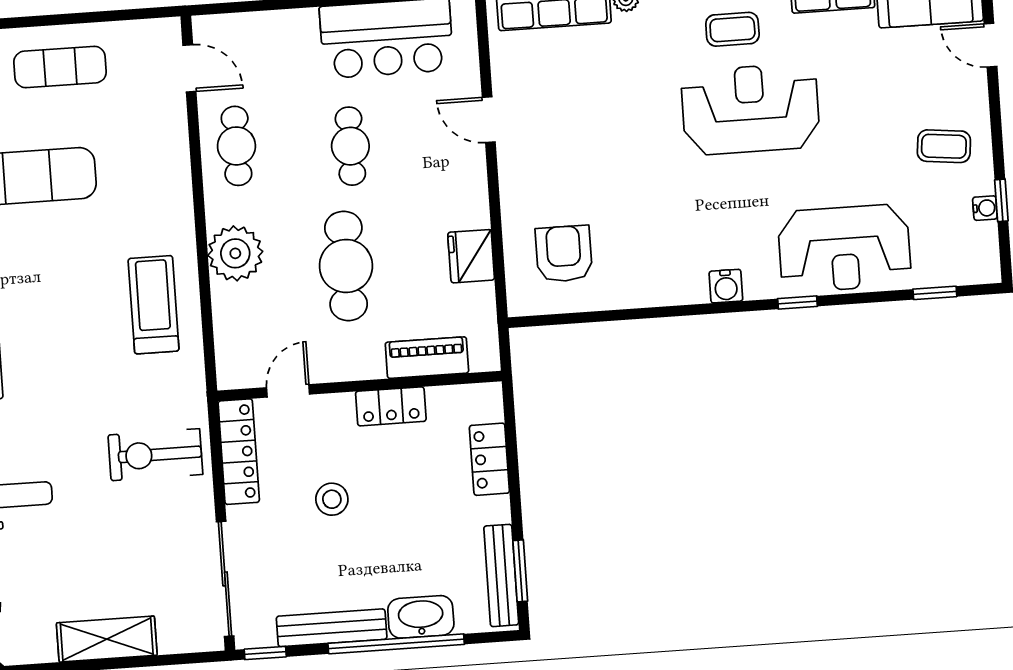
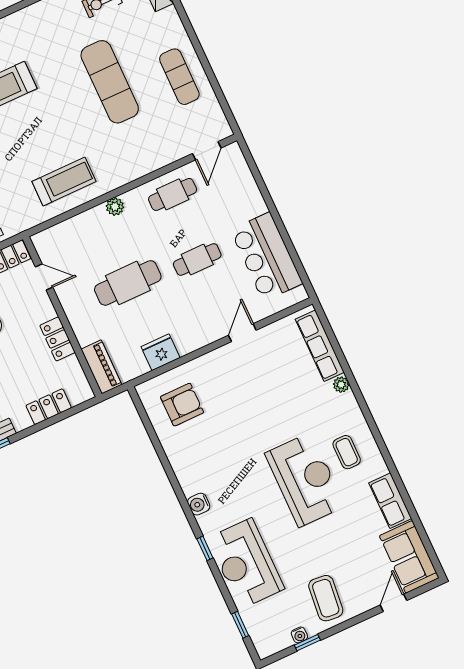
coffee table: (944, 146) -> (326, 598), width x1.36, depth x1.30
plant: (235, 253) -> (115, 207), width x0.53, depth x0.53
piano: (427, 358) -> (101, 367), moved

